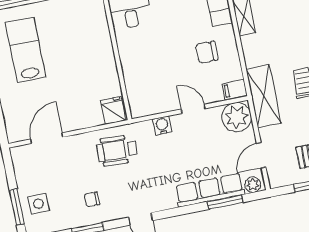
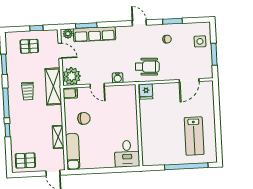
door: (261, 155) -> (60, 51), hinge flipped
window: (17, 207) -> (214, 54), moved

